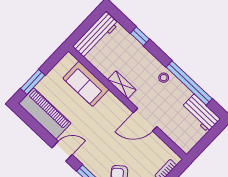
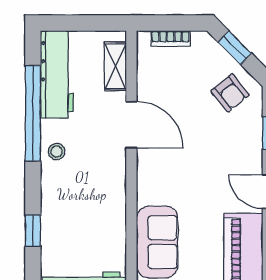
shelving: (122, 85) -> (115, 66), moved
workbench: (201, 113) -> (57, 74), width x1.38

